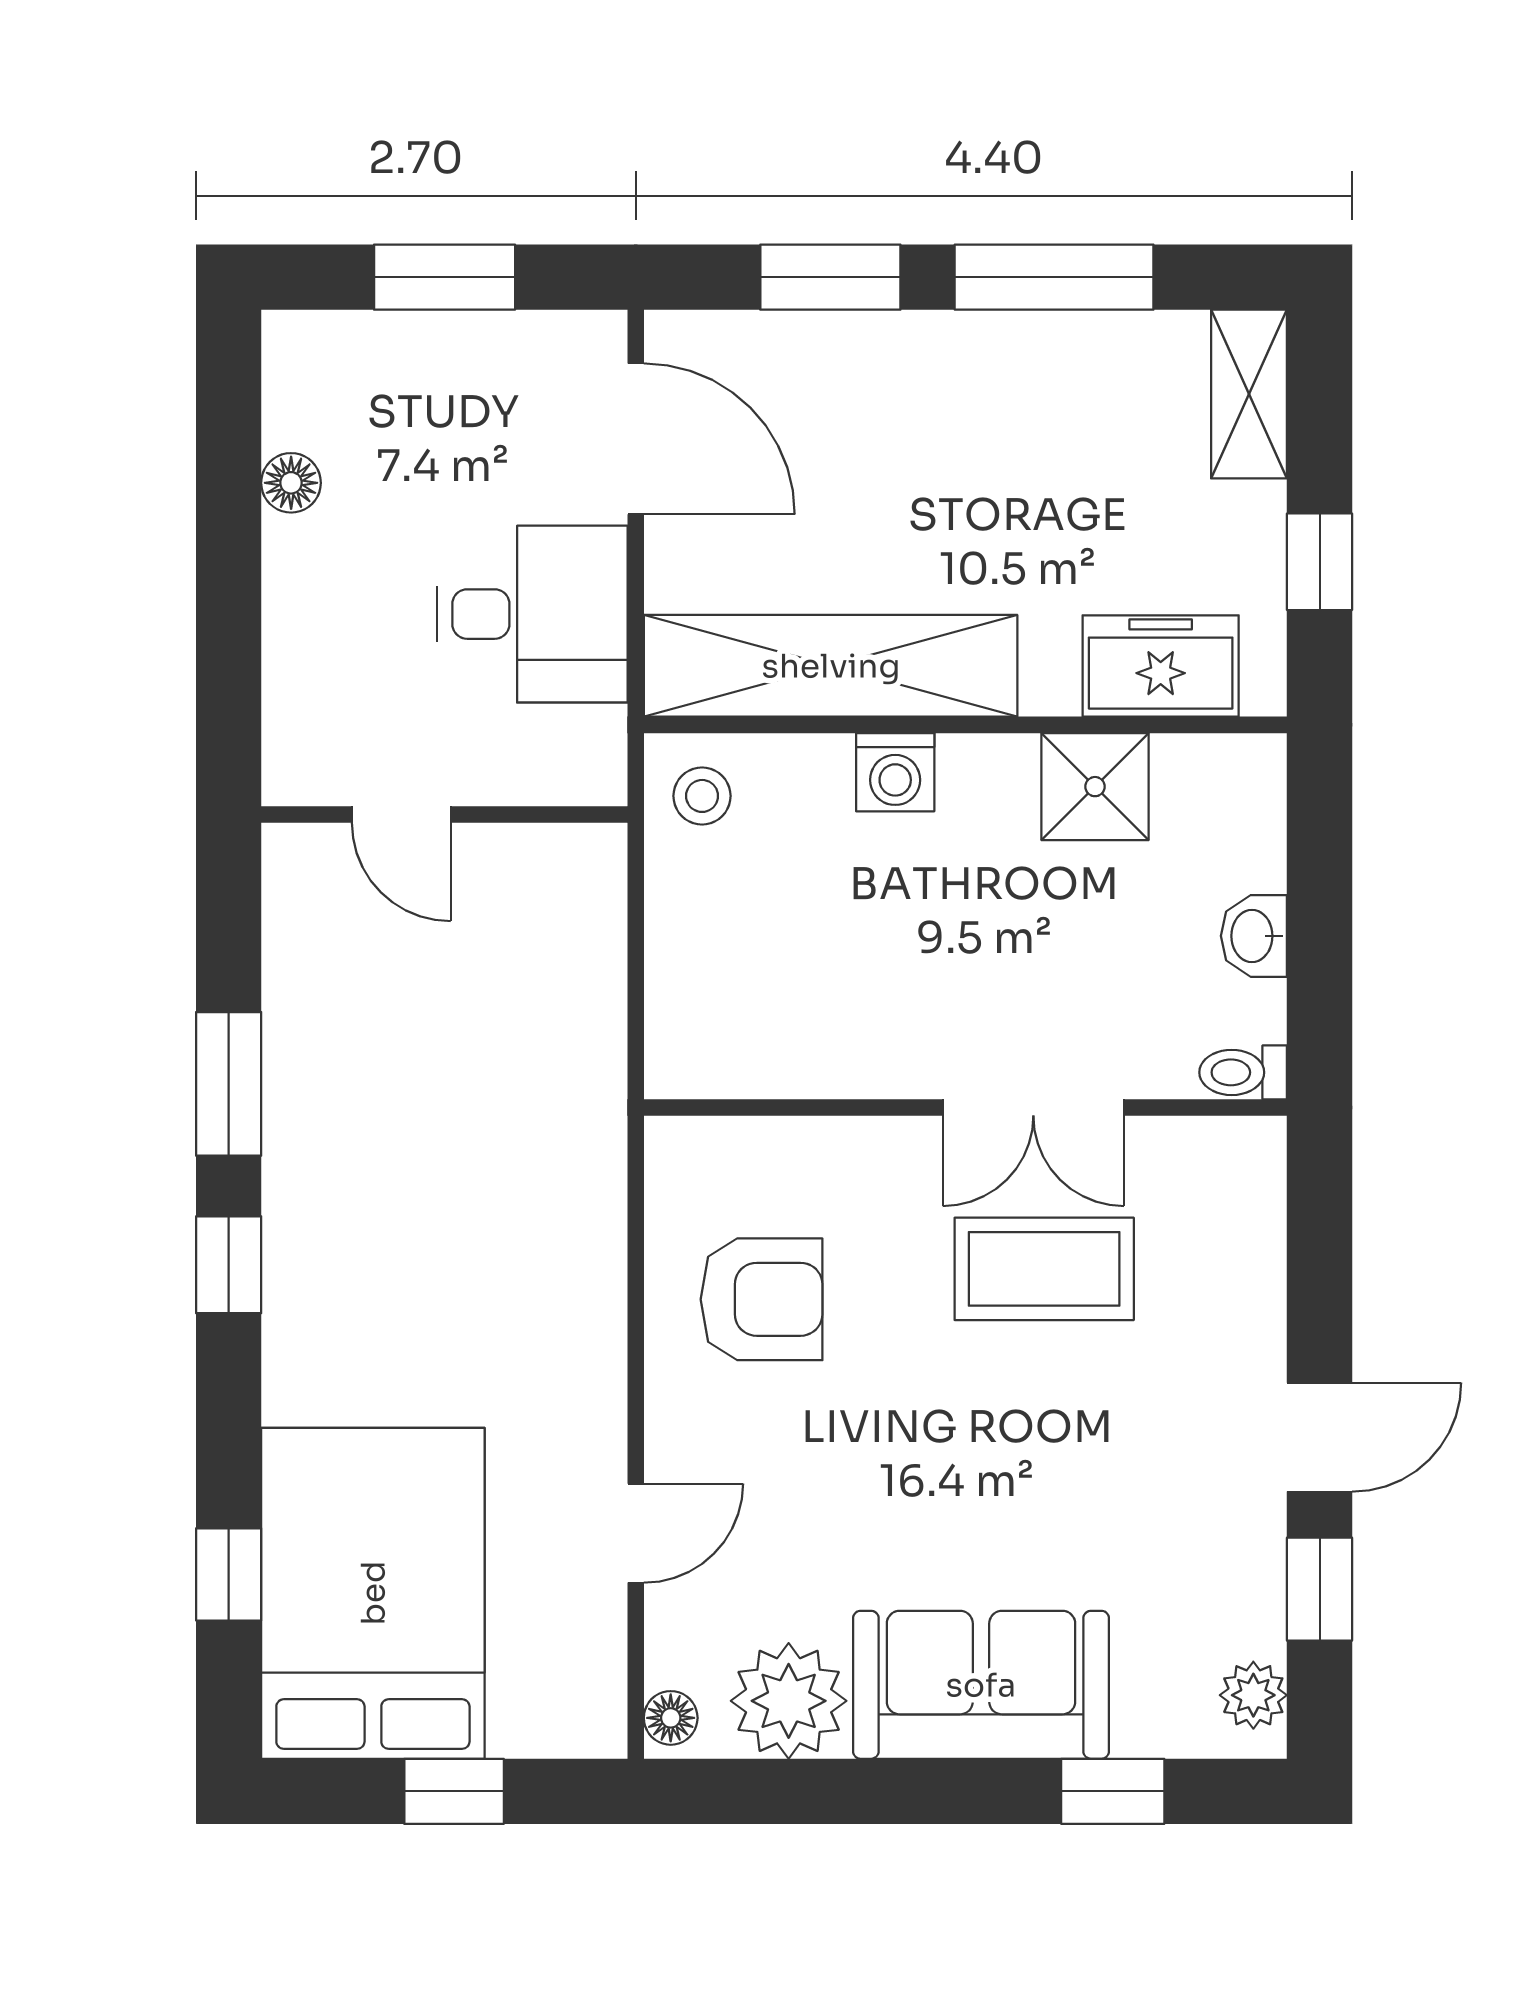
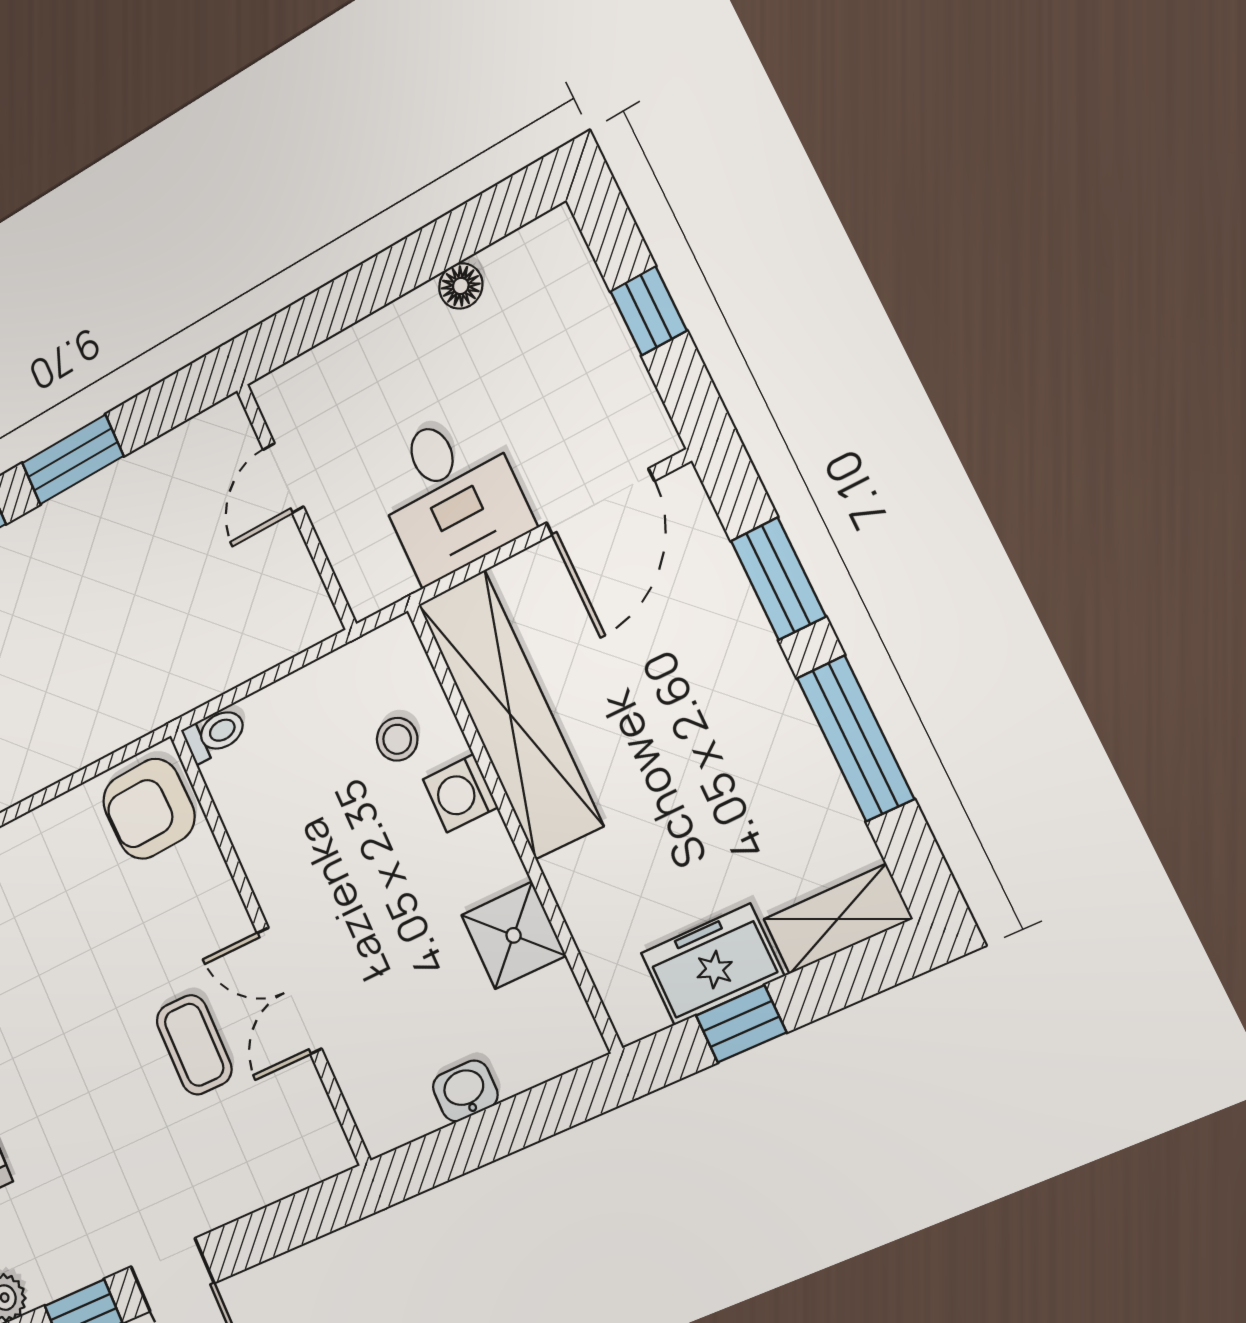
window: (445, 277) -> (649, 311), width x0.67
freezer: (1161, 666) -> (712, 964), moved, turned -90
stool: (702, 796) -> (397, 739), moved
toilet: (1243, 1072) -> (215, 734), moved, turned 90
coffee table: (1044, 1269) -> (194, 1045), width x0.73, depth x0.77
armchair: (762, 1299) -> (149, 809), moved, turned 88

